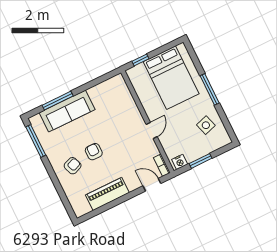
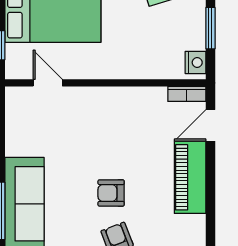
door: (152, 130) -> (48, 83), moved
piano: (107, 194) -> (190, 177), moved

